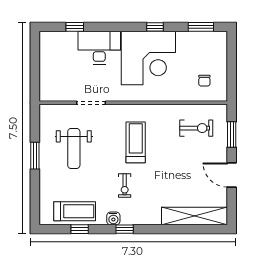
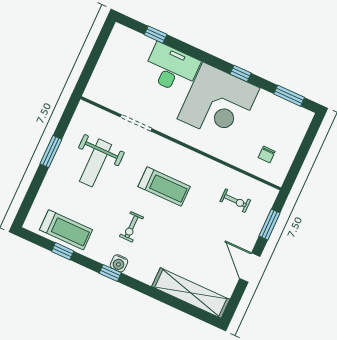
exercise bike: (196, 128) -> (235, 201), width x0.73, depth x0.72
treadmill: (136, 142) -> (164, 187), turned 90
water cooler: (113, 218) -> (119, 263), moved

